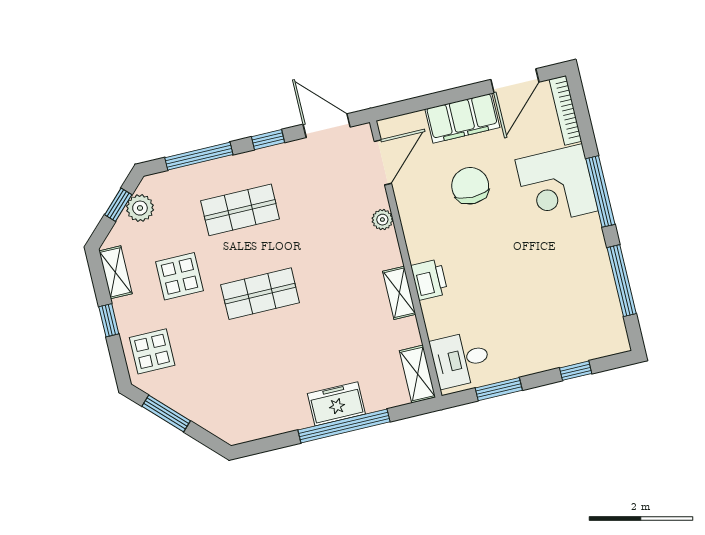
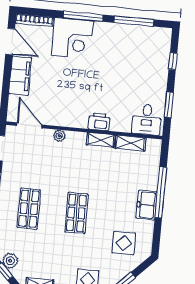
chair: (470, 186) -> (57, 84), removed
display table: (179, 276) -> (124, 243), moved
shelving: (418, 374) -> (130, 143), moved
freezer: (336, 404) -> (147, 205), moved

